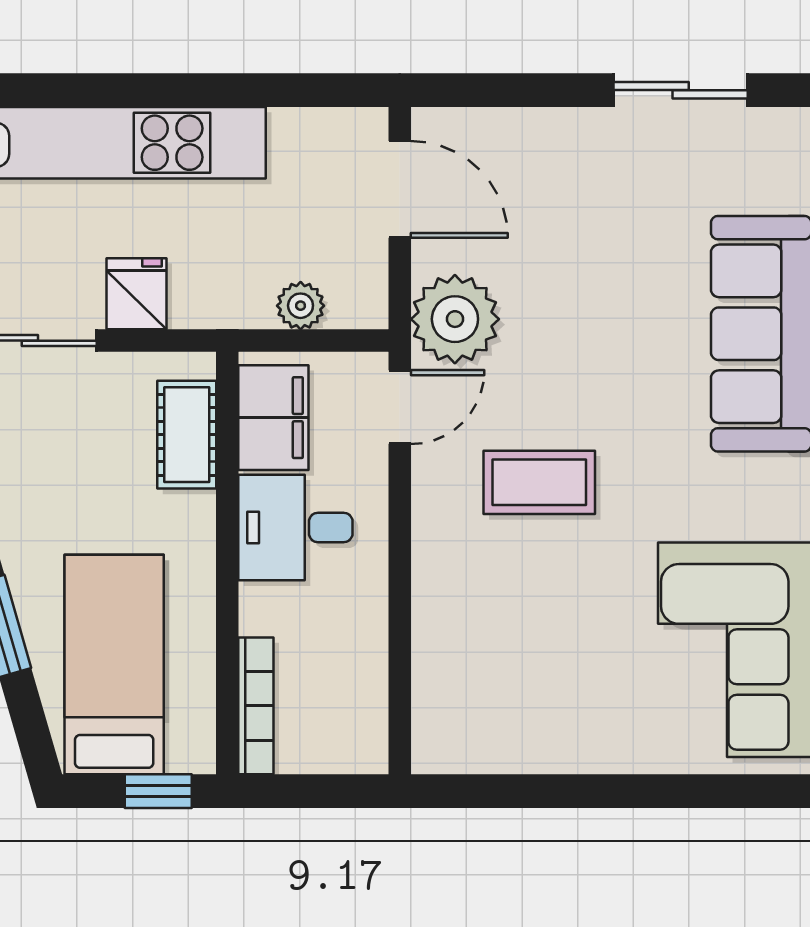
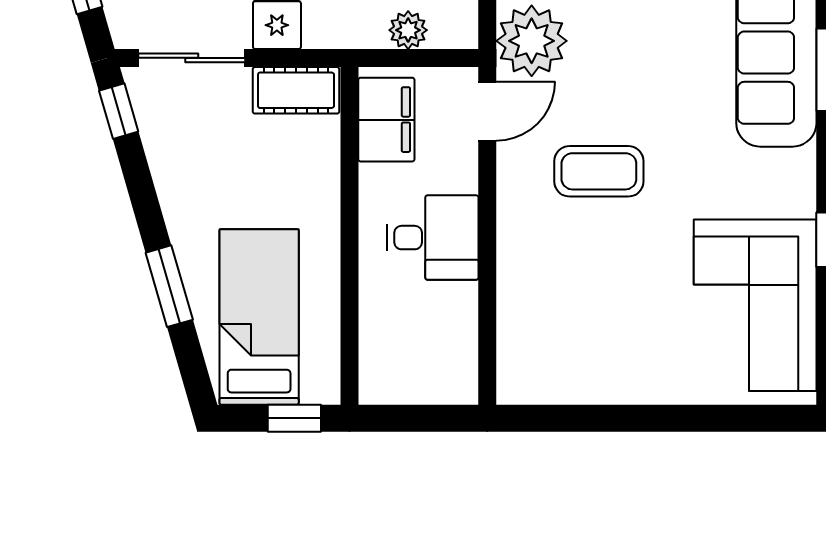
cot: (187, 435) -> (296, 90), moved, turned 90
desk: (295, 527) -> (433, 238), moved, turned 180
bookcase: (256, 706) -> (372, 350), removed

